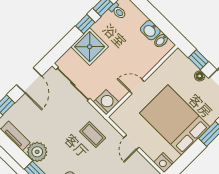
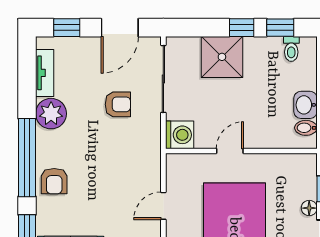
door: (137, 86) -> (230, 151), hinge flipped
armchair: (64, 117) -> (118, 104), added
coffee table: (93, 135) -> (130, 155), removed

